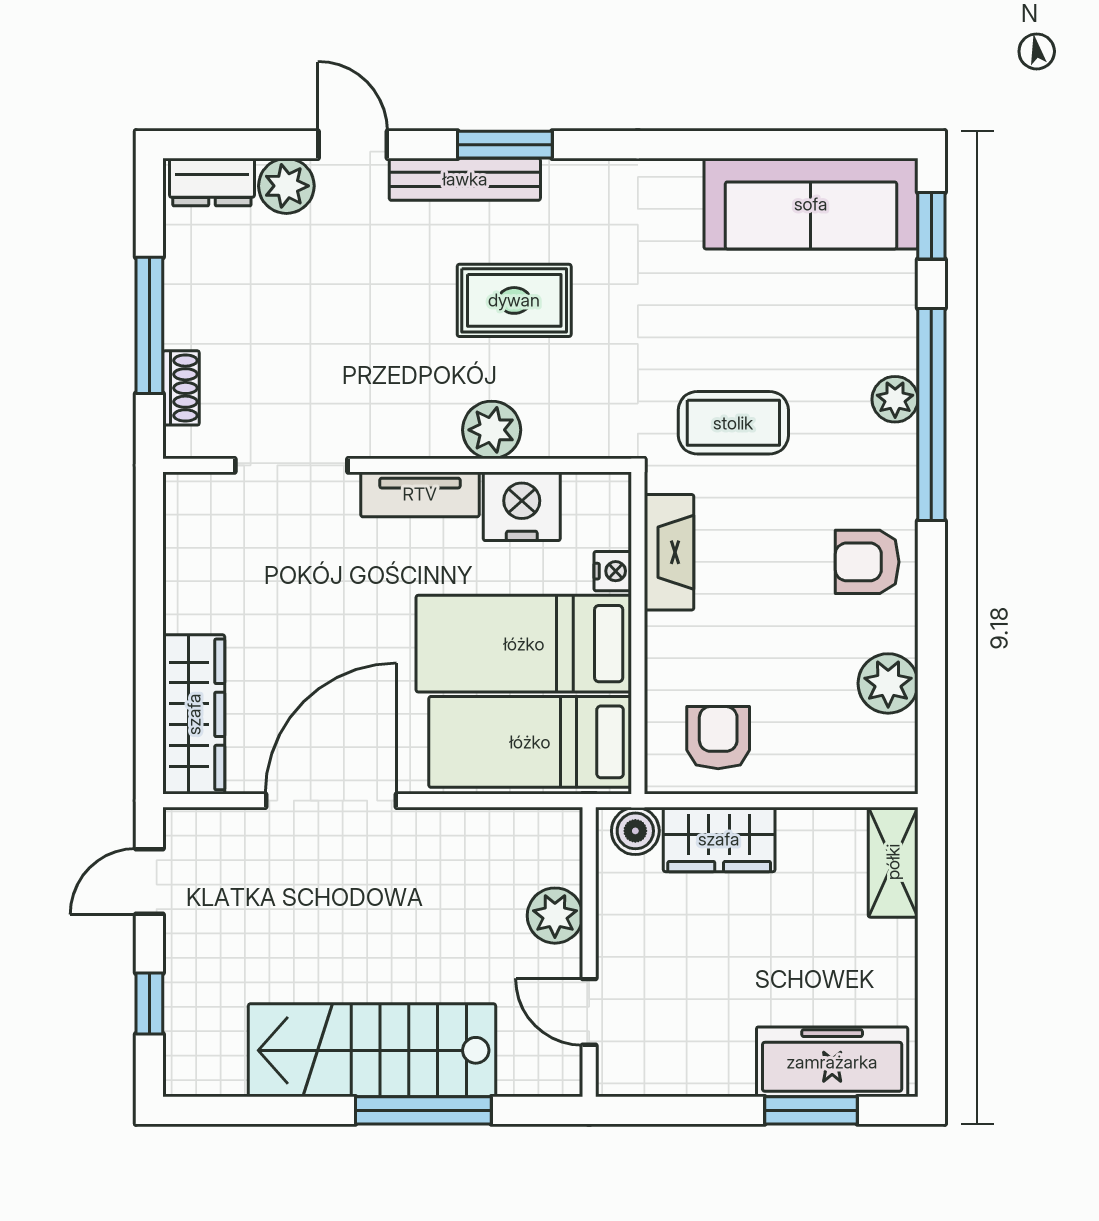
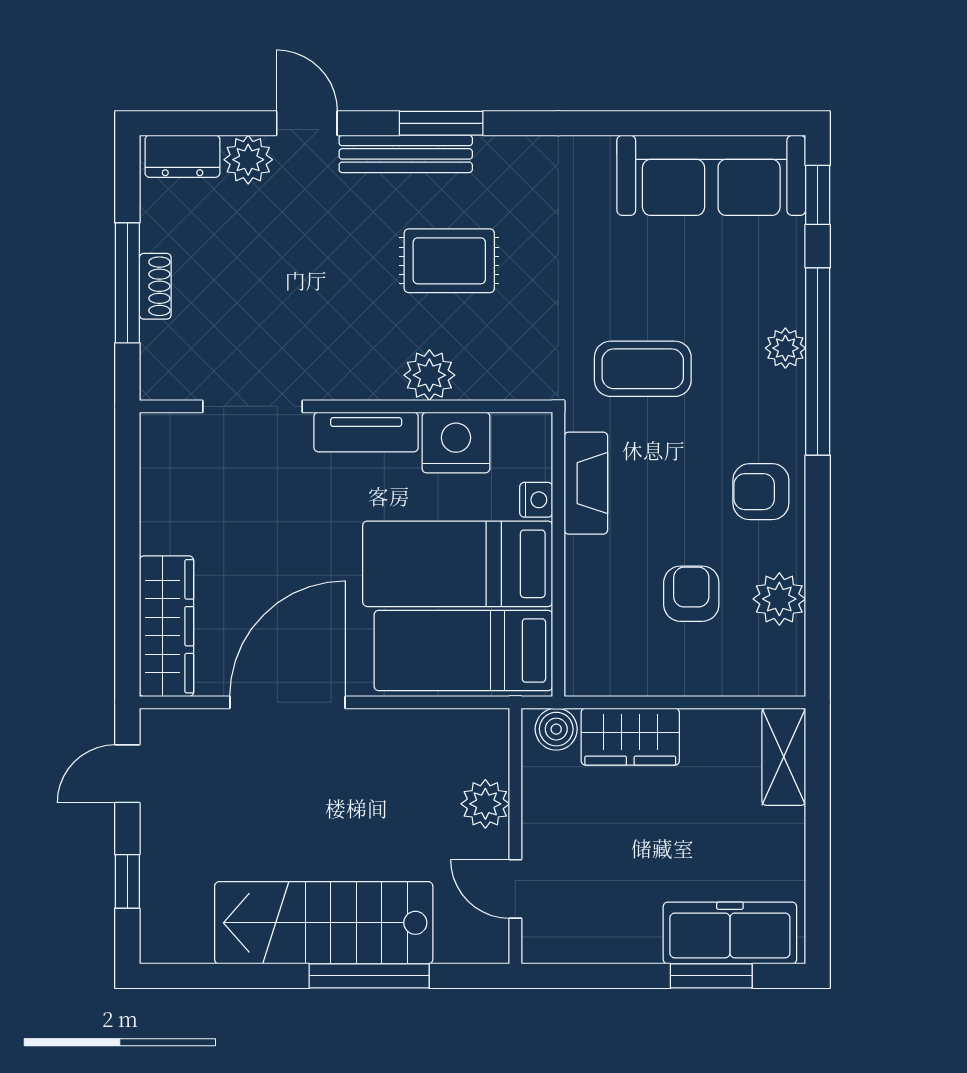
shoe rack: (181, 388) -> (155, 286), moved
armchair: (718, 738) -> (691, 594), moved

